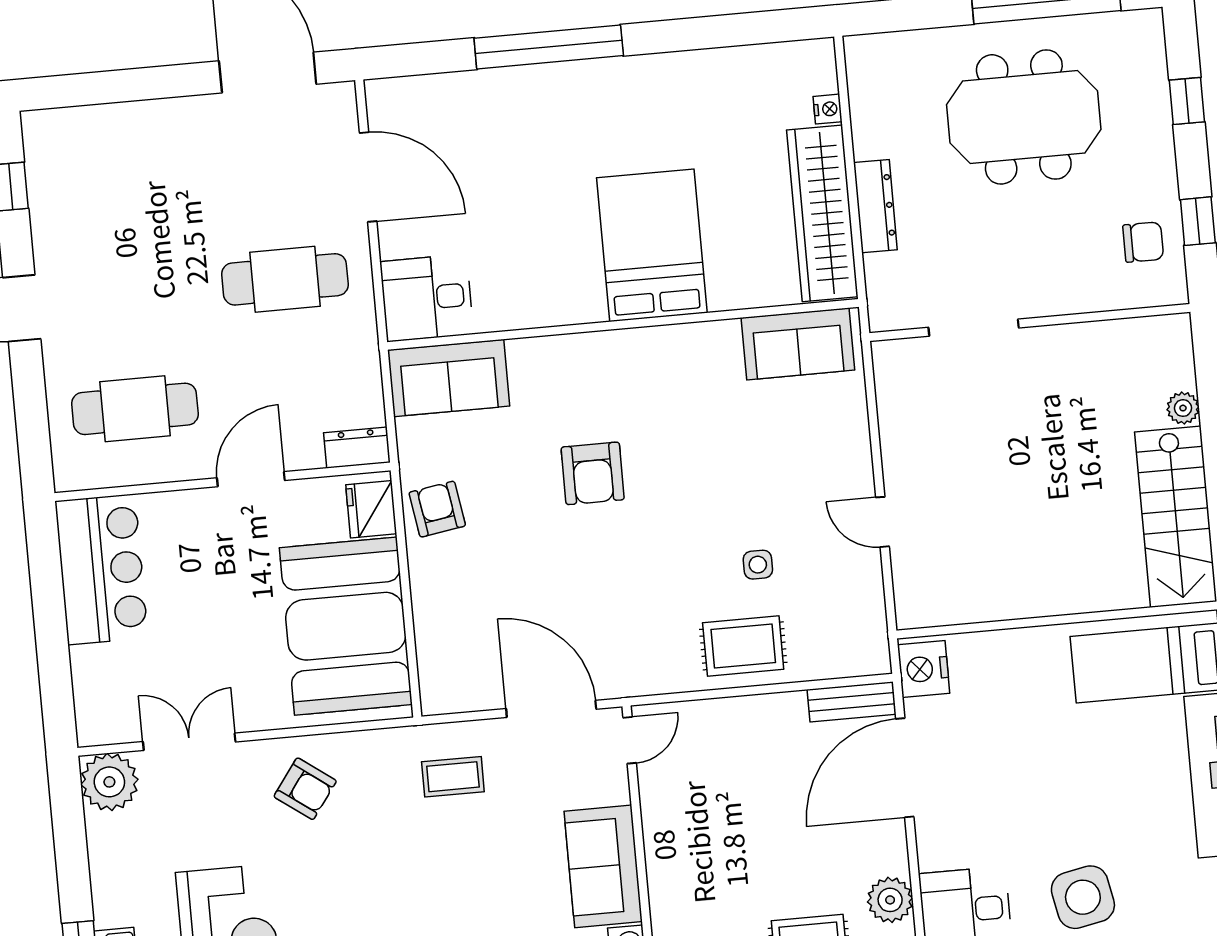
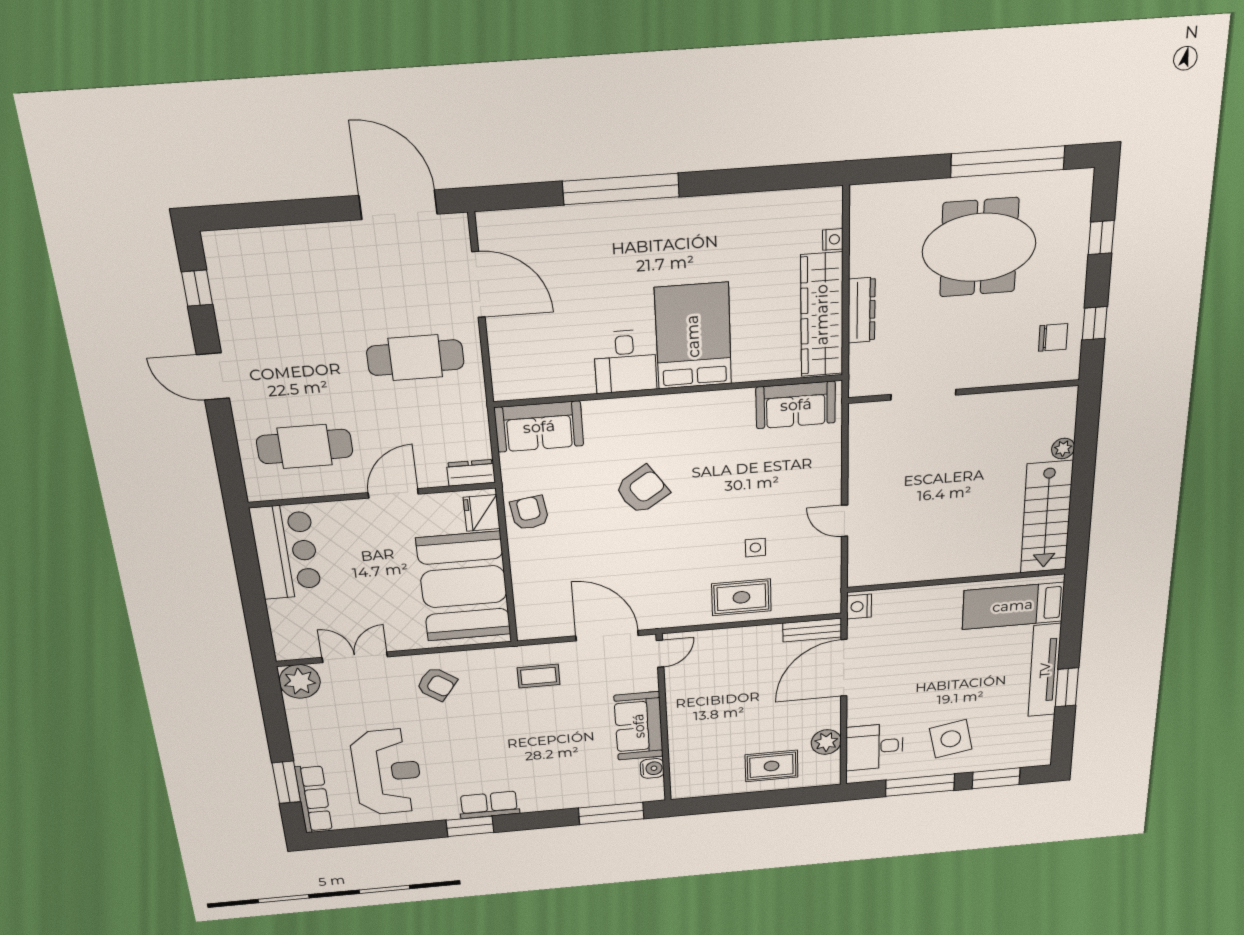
desk: (427, 298) -> (625, 361), moved, turned -90
armchair: (593, 473) -> (642, 490), turned -124
nightstand: (924, 669) -> (859, 607), width x0.74, depth x0.75

